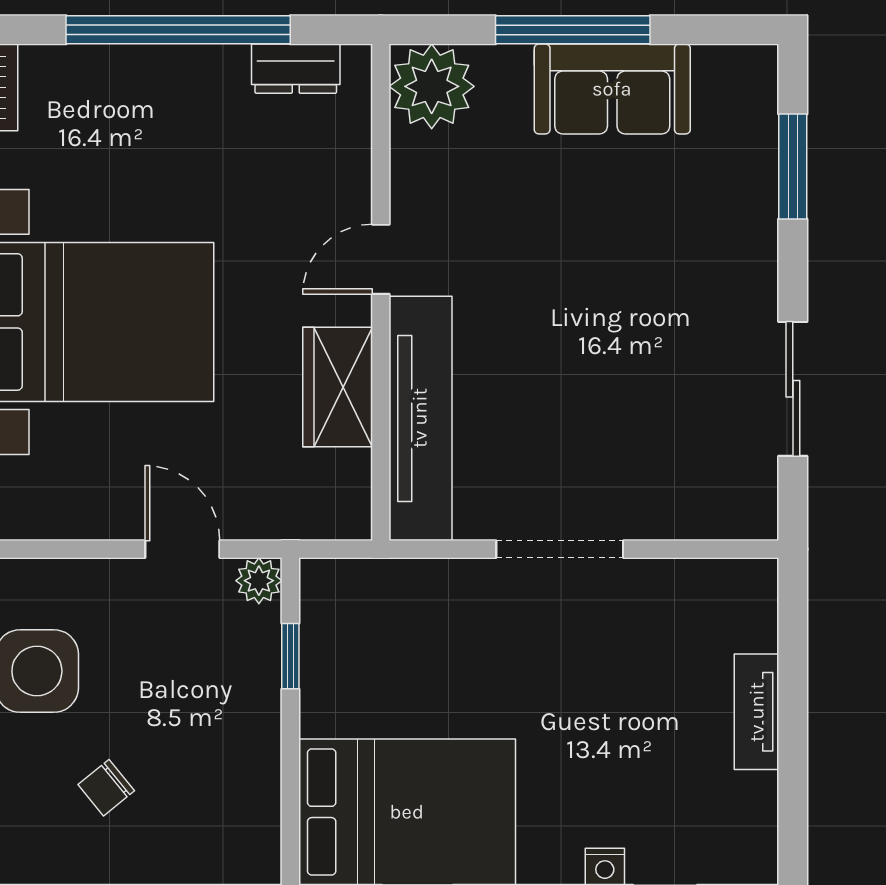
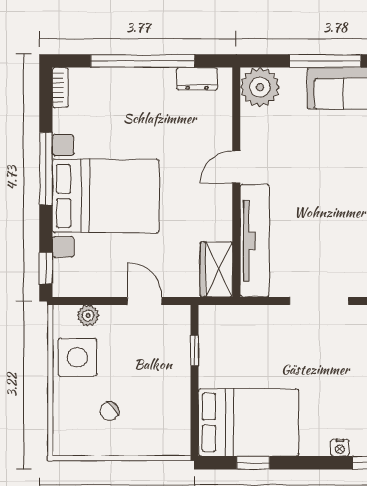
wardrobe: (338, 387) -> (216, 269), moved
plant: (259, 581) -> (88, 316), moved

